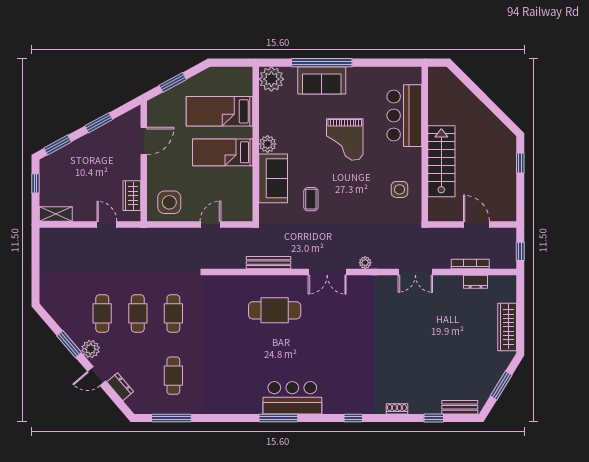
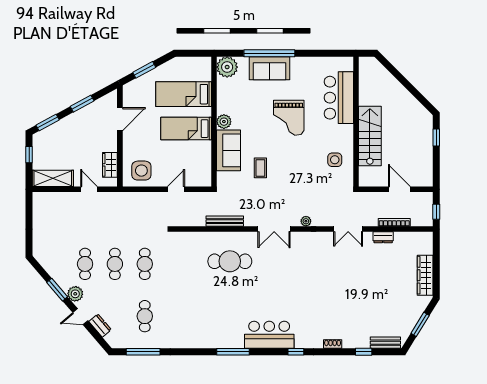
shelving: (56, 214) -> (53, 178), width x1.50, depth x1.33
dresser: (476, 282) -> (383, 237), moved
bar counter: (292, 398) -> (269, 335), moved

